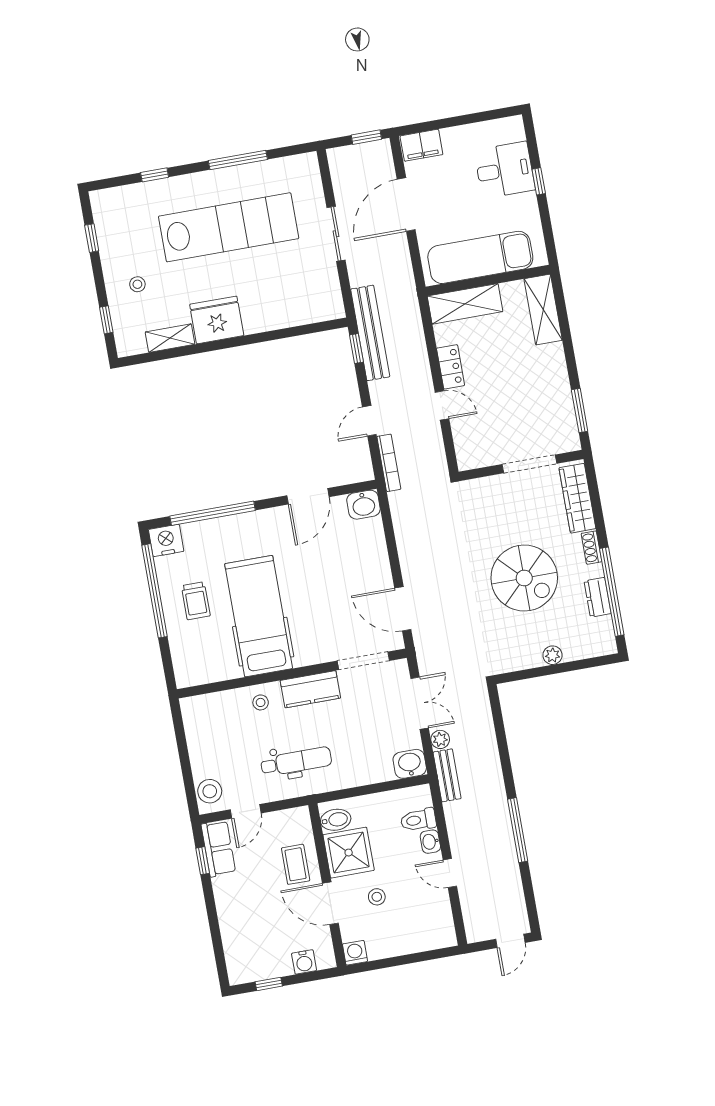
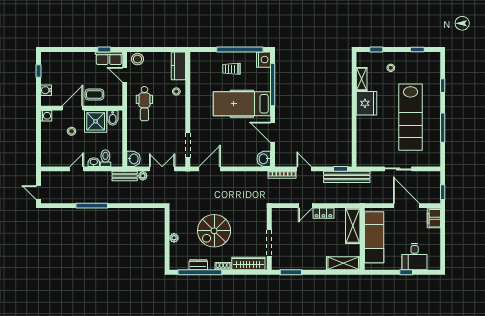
hospital bed: (259, 616) -> (242, 104), moved, turned 180
kitchen counter: (310, 689) -> (178, 66), moved
double door: (420, 703) -> (162, 169), swing flipped

